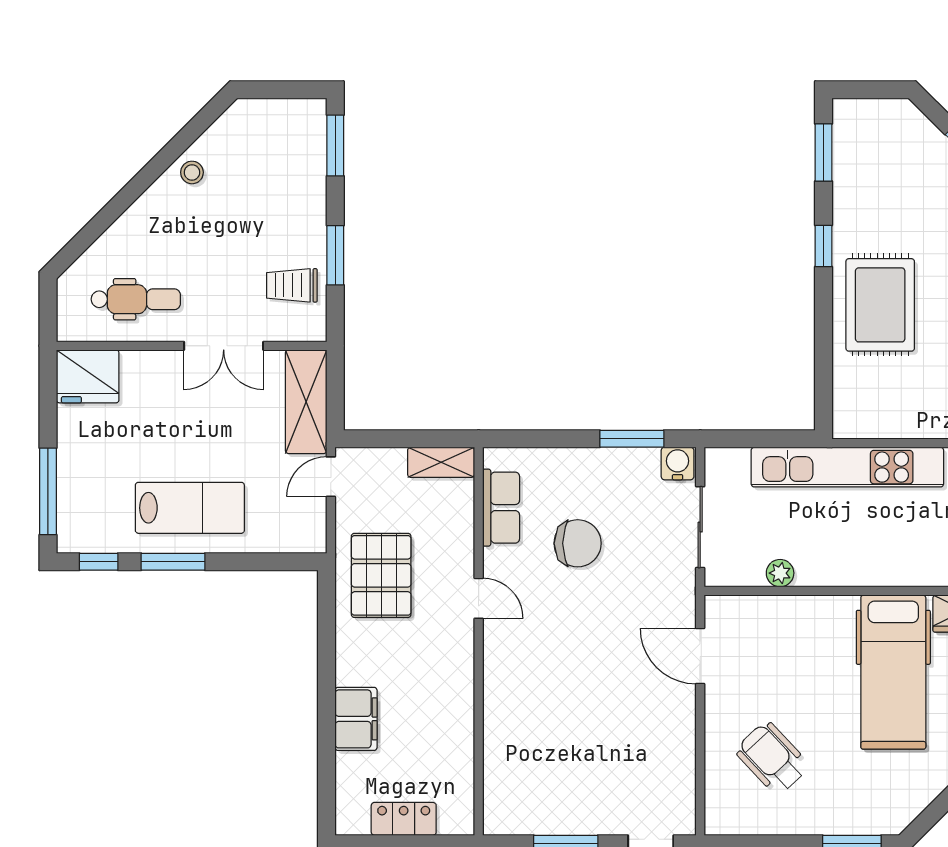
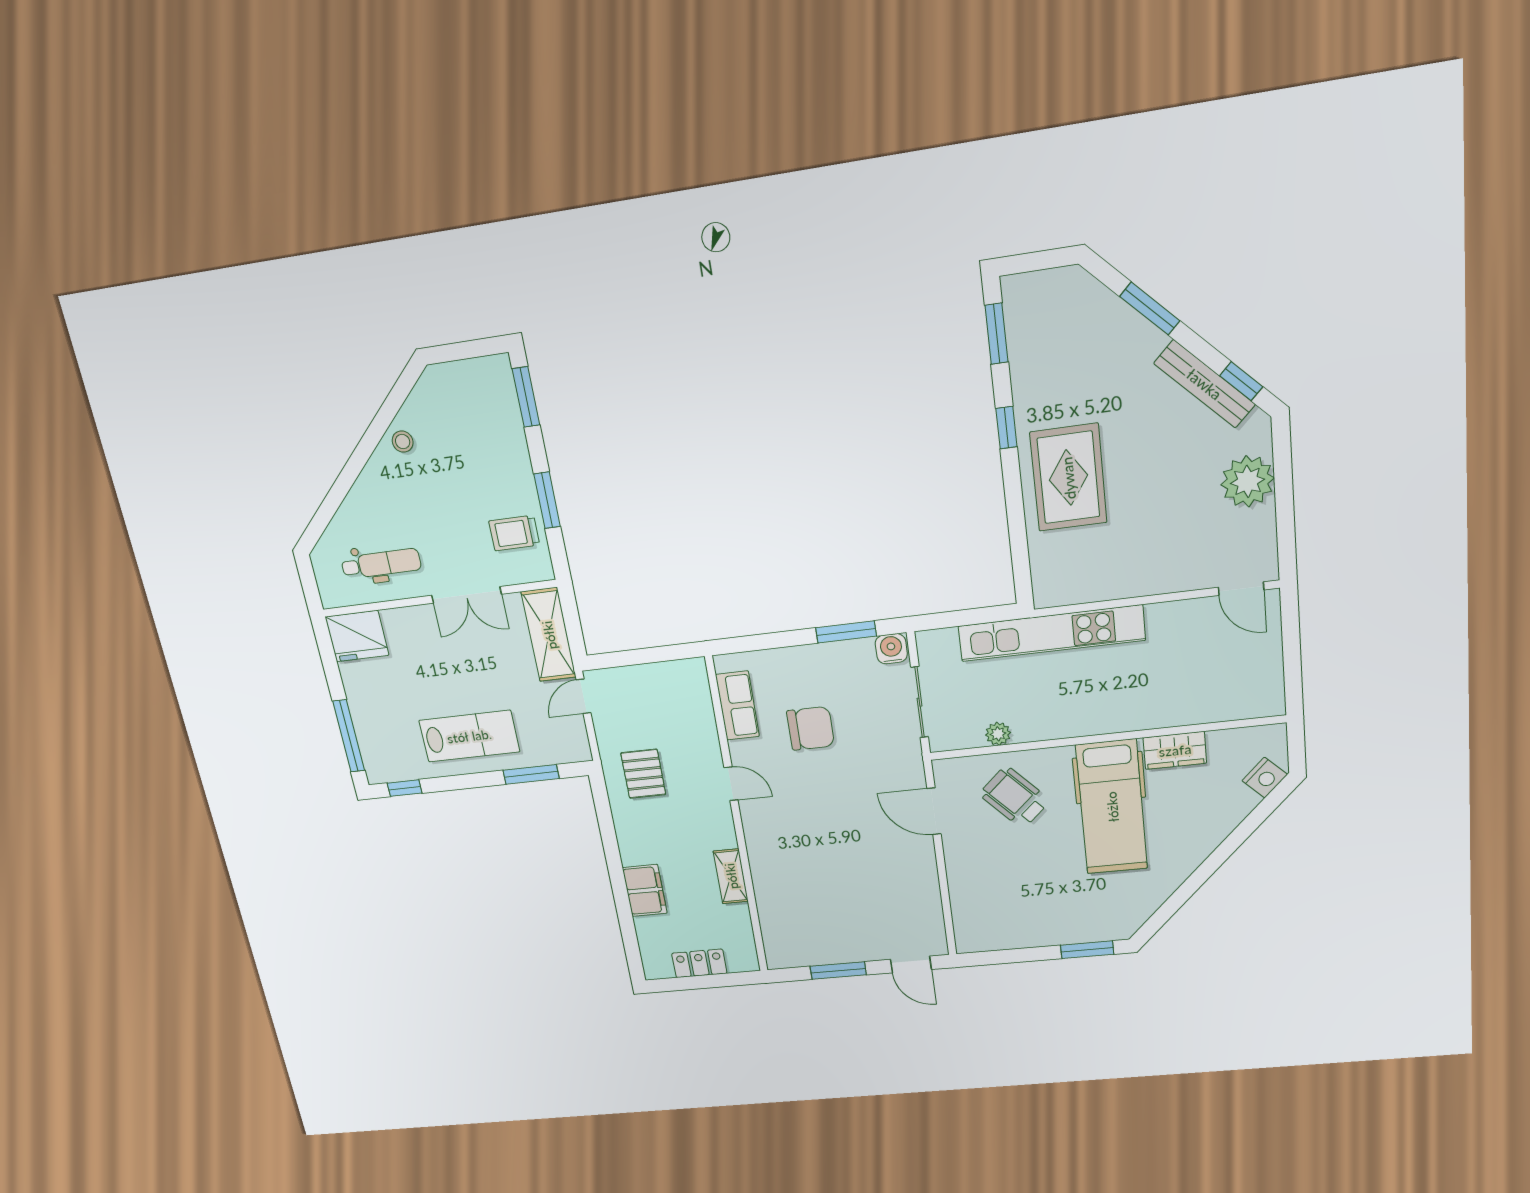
shelving: (441, 462) -> (731, 876), moved, turned 90
window: (173, 562) -> (531, 774), moved
pallet: (381, 575) -> (643, 774), width x0.67, depth x0.71
wheelchair: (772, 758) -> (1014, 797), moved

